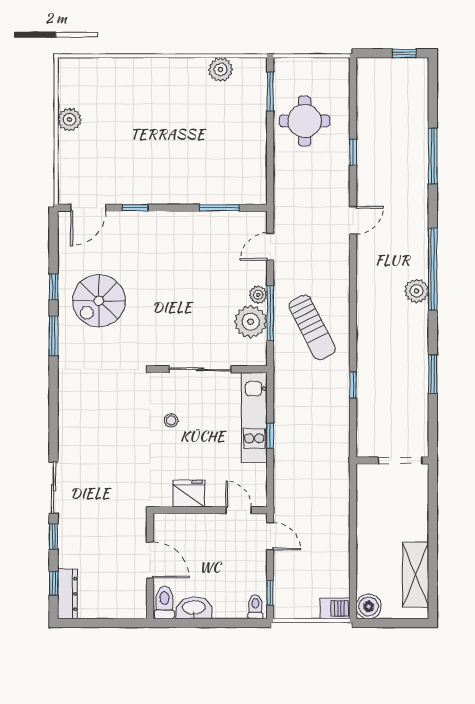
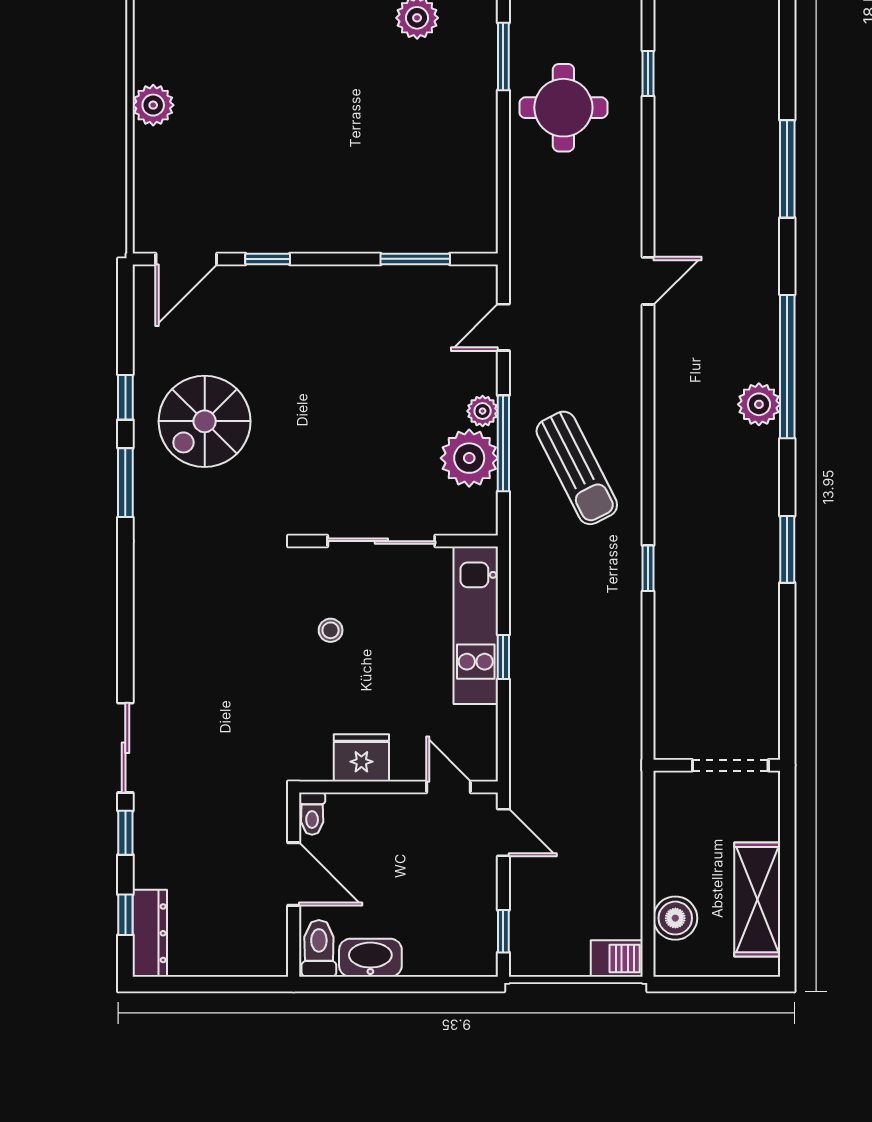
window: (353, 152) -> (648, 73), moved
wall: (392, 460) -> (717, 765), moved
doorway: (400, 460) -> (730, 765), moved
boiler: (369, 606) -> (675, 918), moved
toilet: (255, 607) -> (312, 814), moved, turned 180

